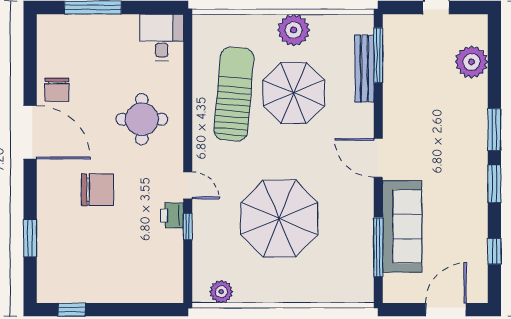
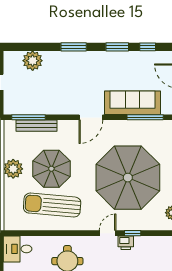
window: (494, 184) -> (117, 47), moved
parasol: (279, 219) -> (128, 178), width x1.36, depth x1.36

